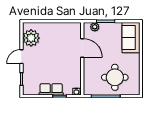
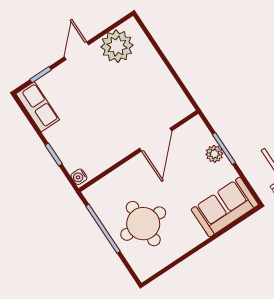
plant: (95, 27) -> (214, 154), moved
door: (21, 57) -> (76, 51), hinge flipped
row of seats: (51, 89) -> (38, 107), moved

